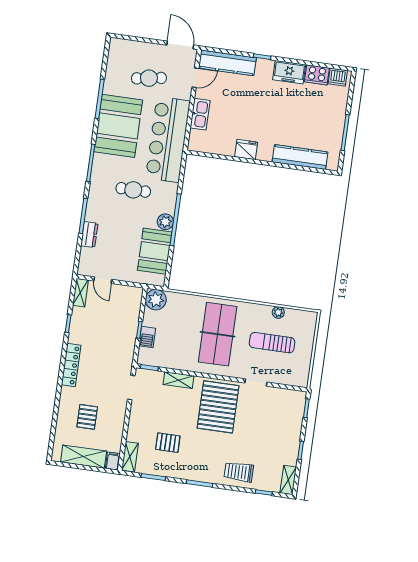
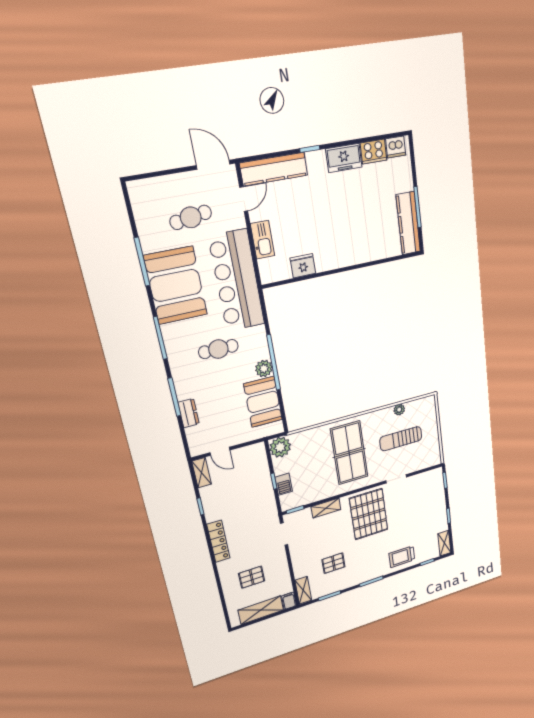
fridge: (246, 150) -> (303, 266), moved
kitchen counter: (300, 157) -> (408, 223), moved, turned -90
pallet: (87, 417) -> (252, 577), turned 90

